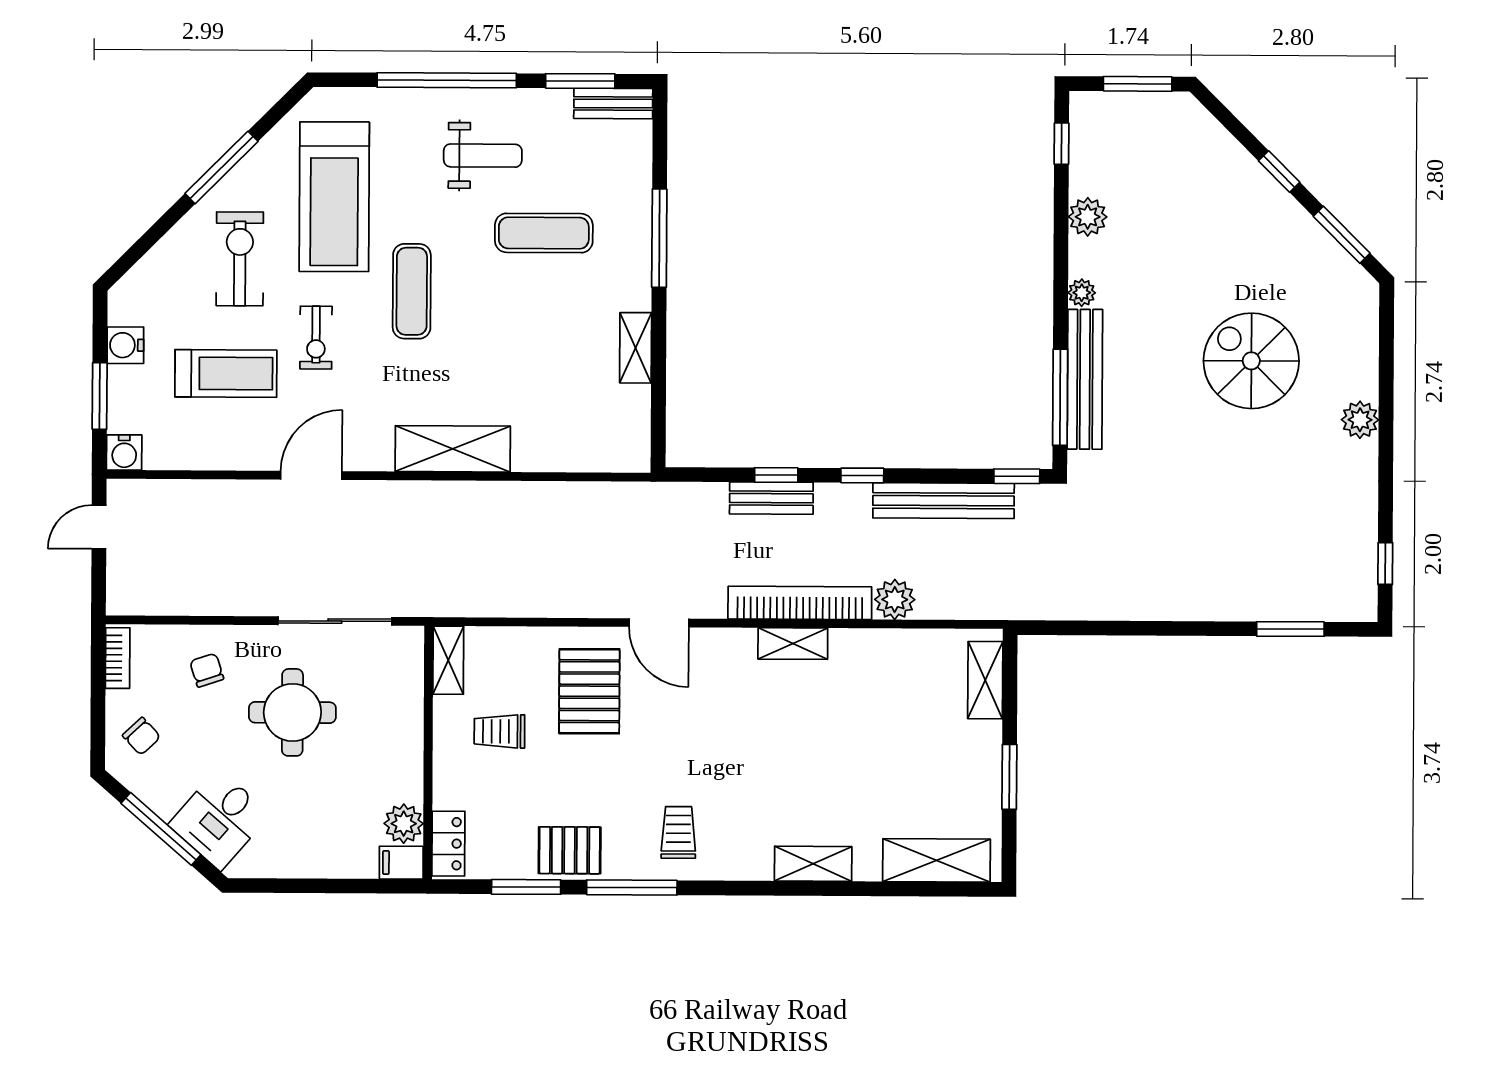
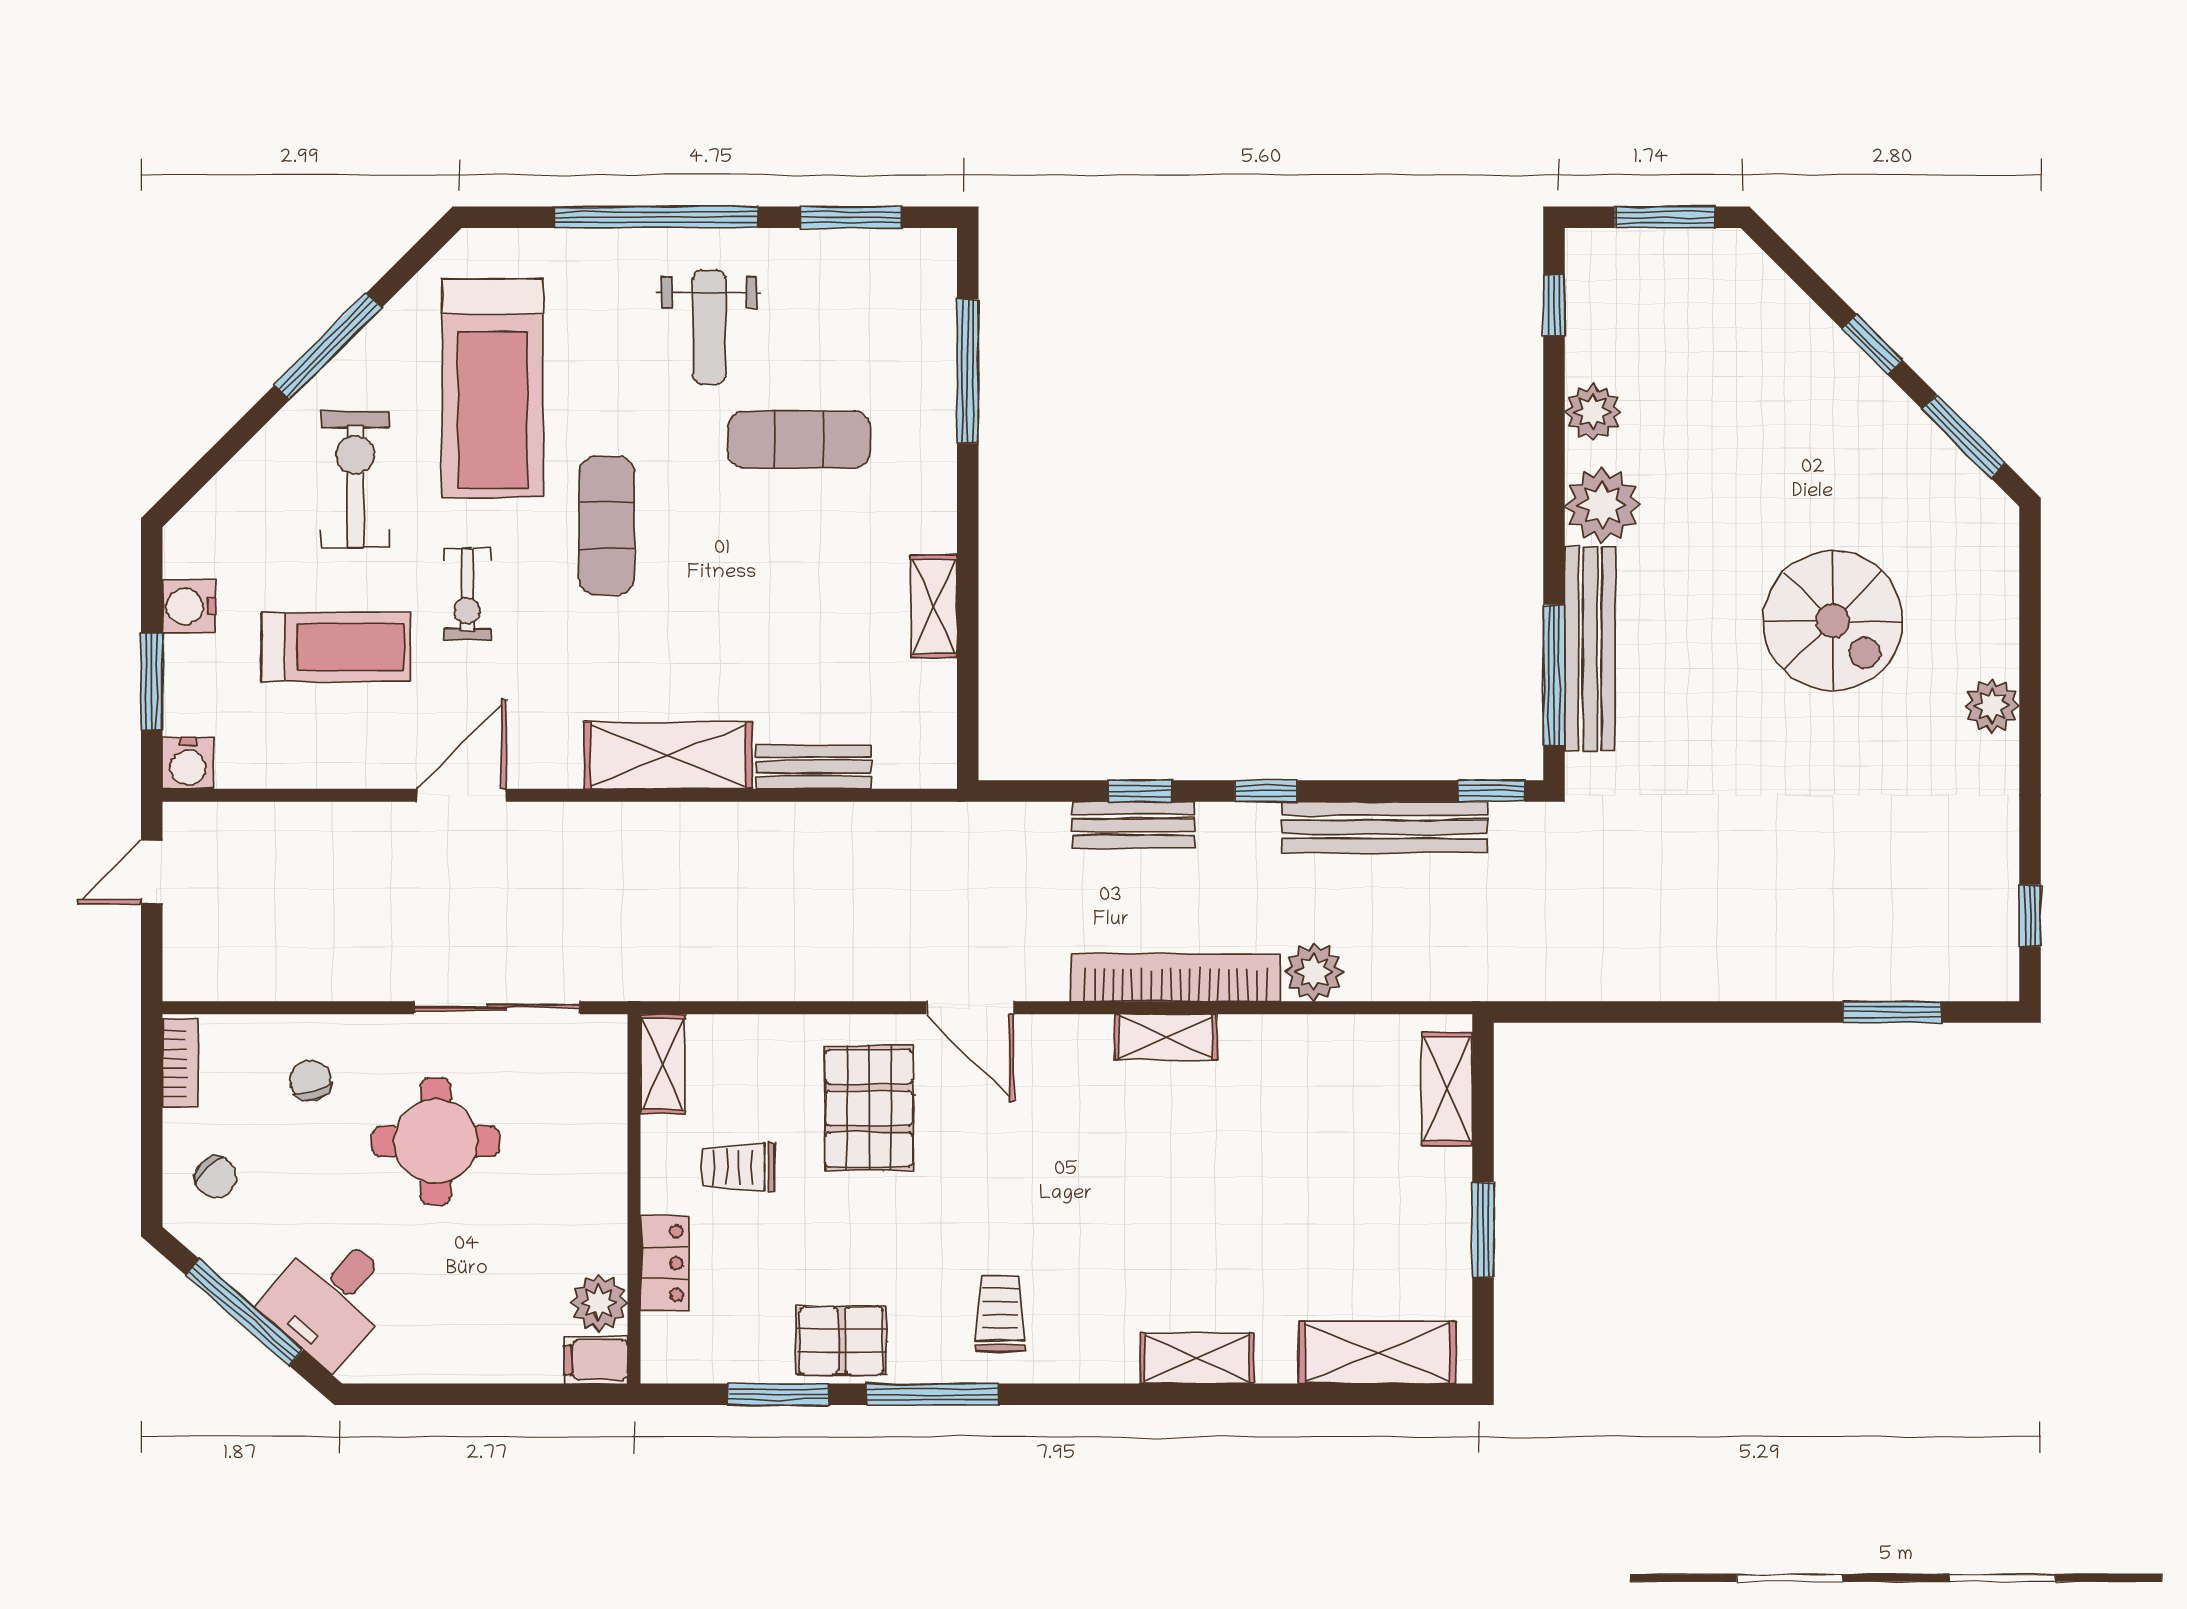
bench: (613, 103) -> (813, 767), moved
weight bench: (483, 156) -> (709, 327), turned 90
window: (659, 238) -> (968, 371), moved
plant: (1082, 293) -> (1602, 505), width x1.88, depth x1.88
spiral stairs: (1251, 361) -> (1833, 621), turned 180
locker: (448, 844) -> (664, 1263), moved

